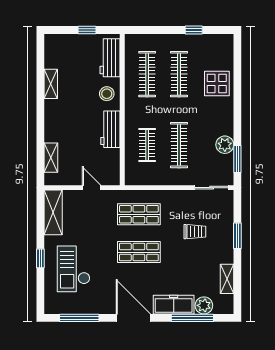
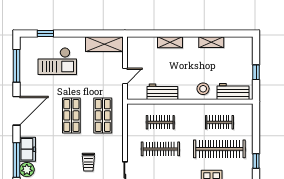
clothes rail: (147, 74) -> (219, 122), width x0.73
clothes rail: (179, 74) -> (219, 149), width x1.37, depth x1.31
workbench: (110, 129) -> (162, 92), moved
shelving: (51, 158) -> (170, 42), moved
window: (40, 258) -> (45, 34), moved
checkout: (74, 269) -> (57, 61), turned 180
freezer: (174, 305) -> (27, 149), width x0.71

